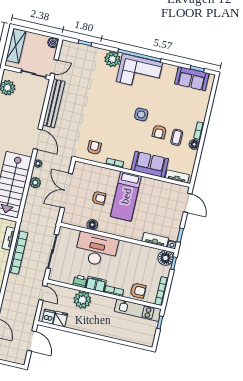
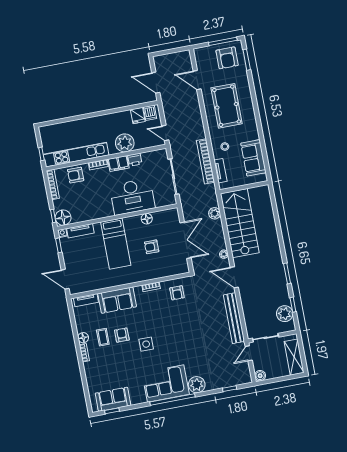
plant: (35, 183) -> (215, 213), moved
bed: (126, 196) -> (116, 244), moved, turned 180
kitchen unit: (138, 310) -> (76, 155), width x1.36

